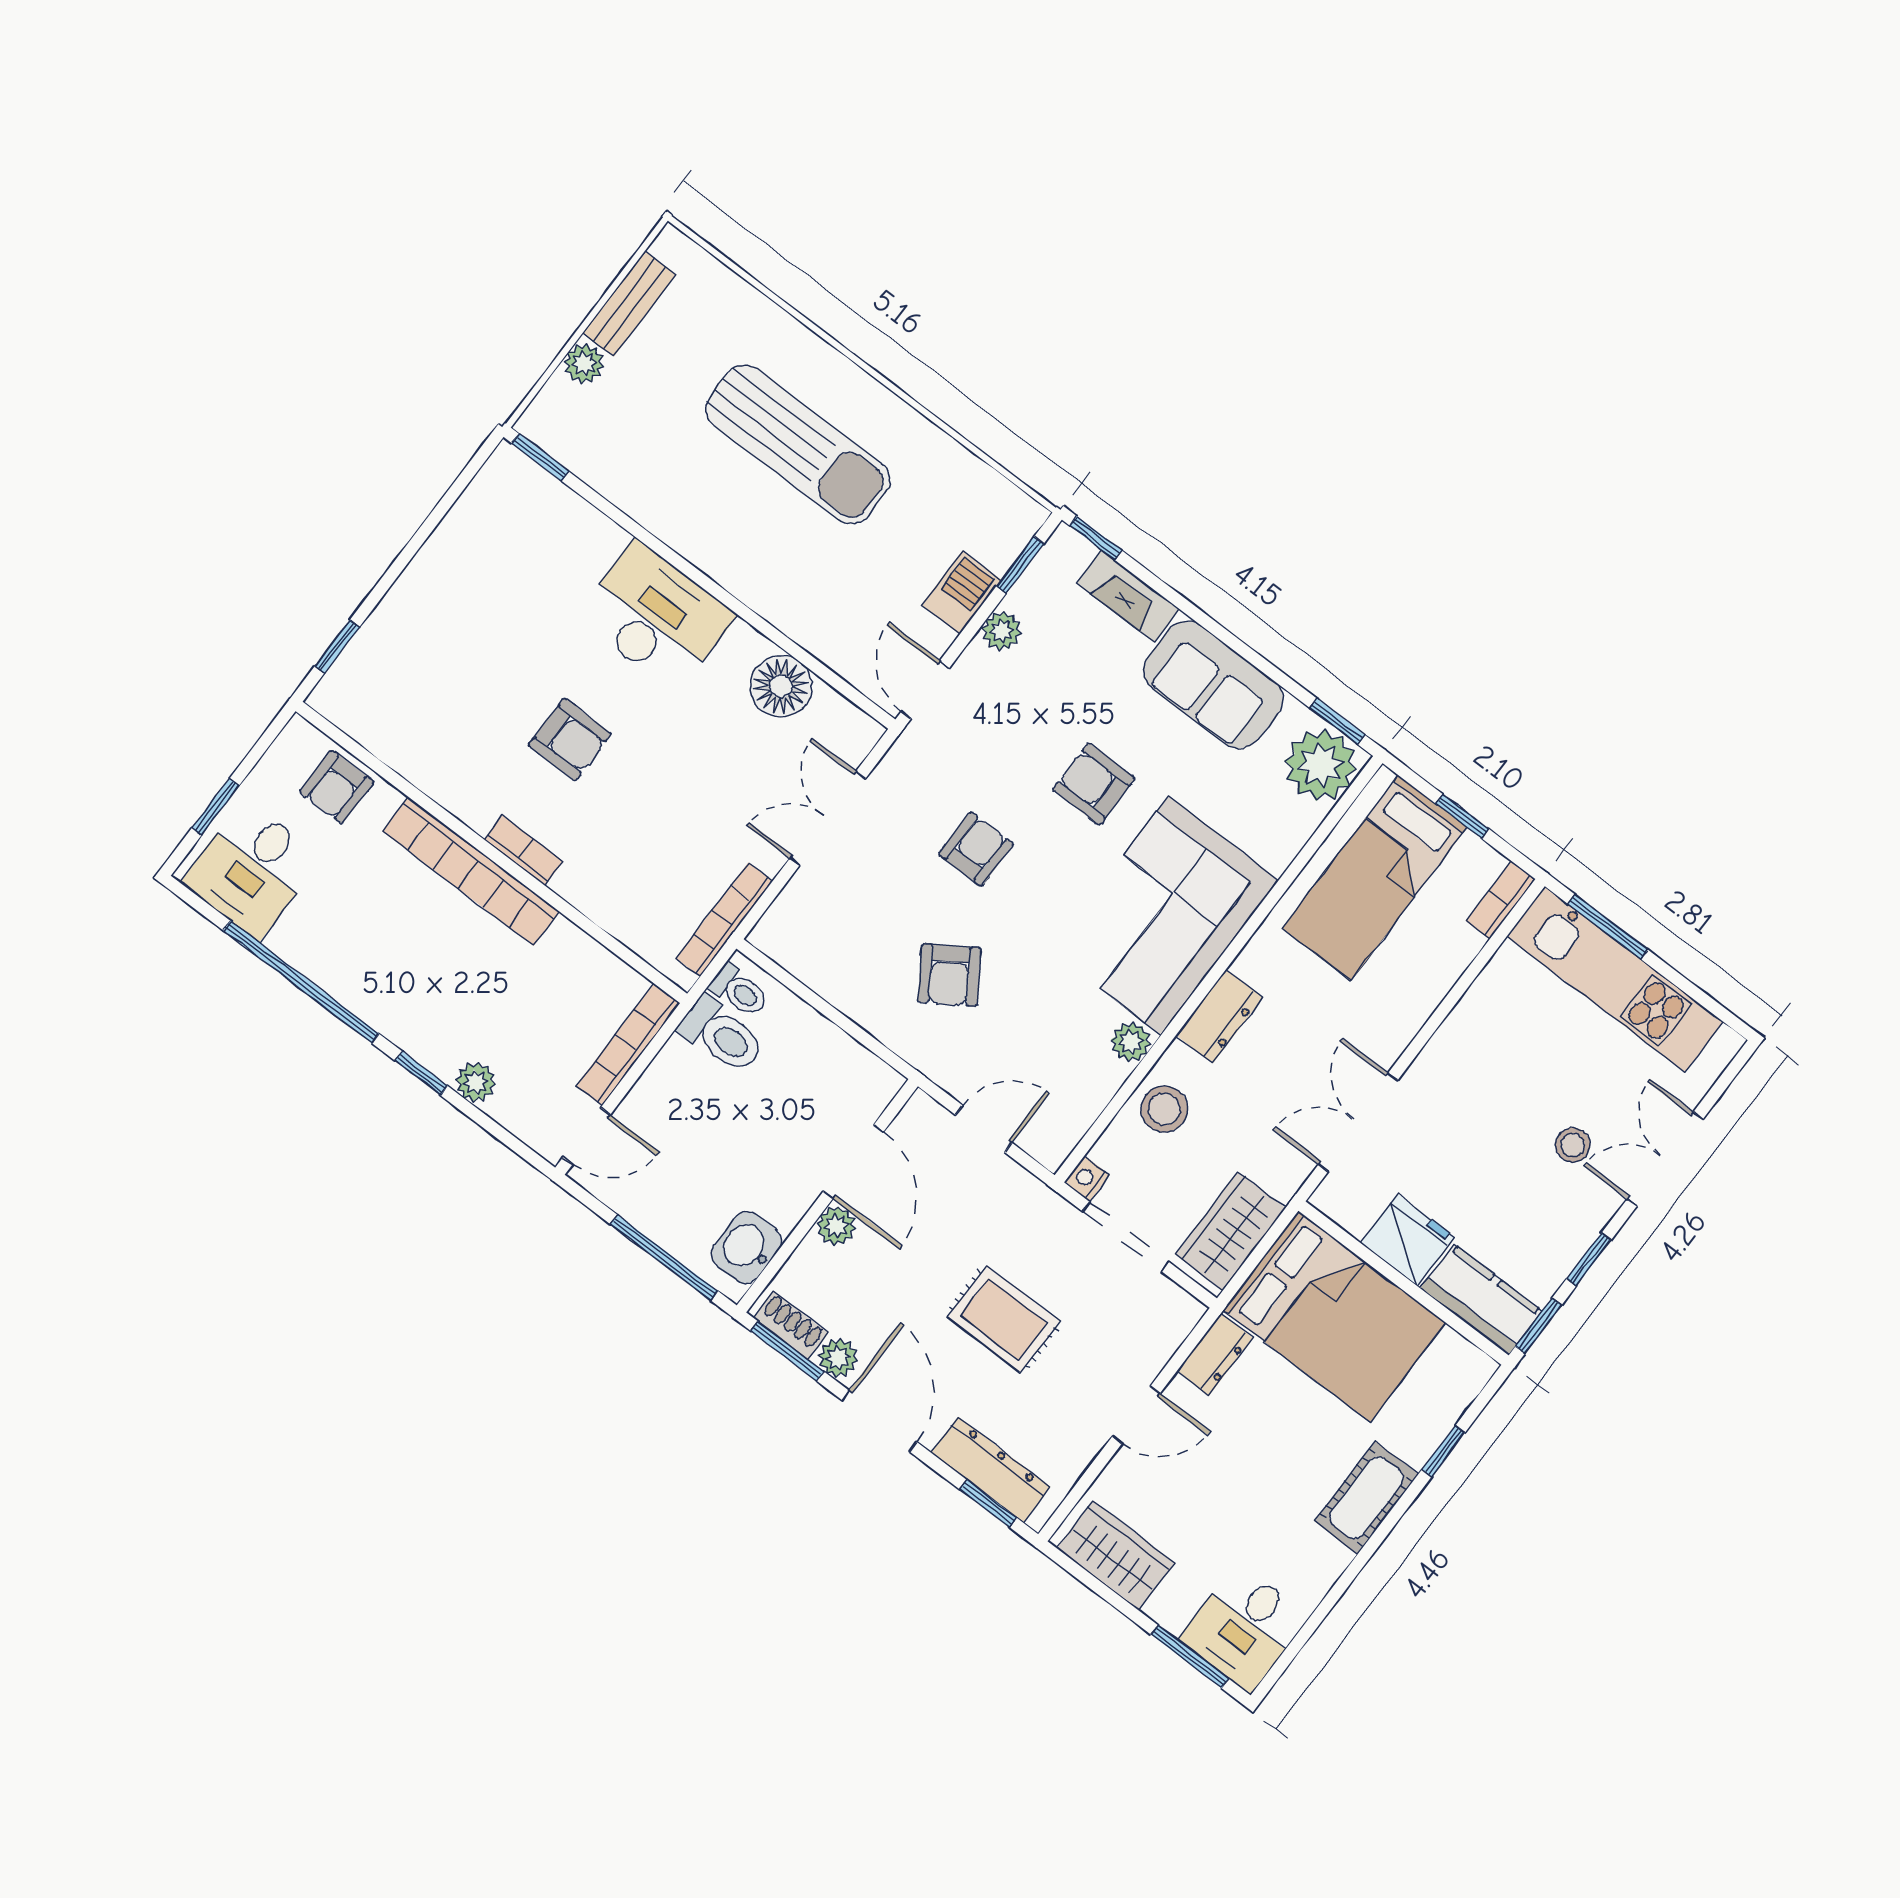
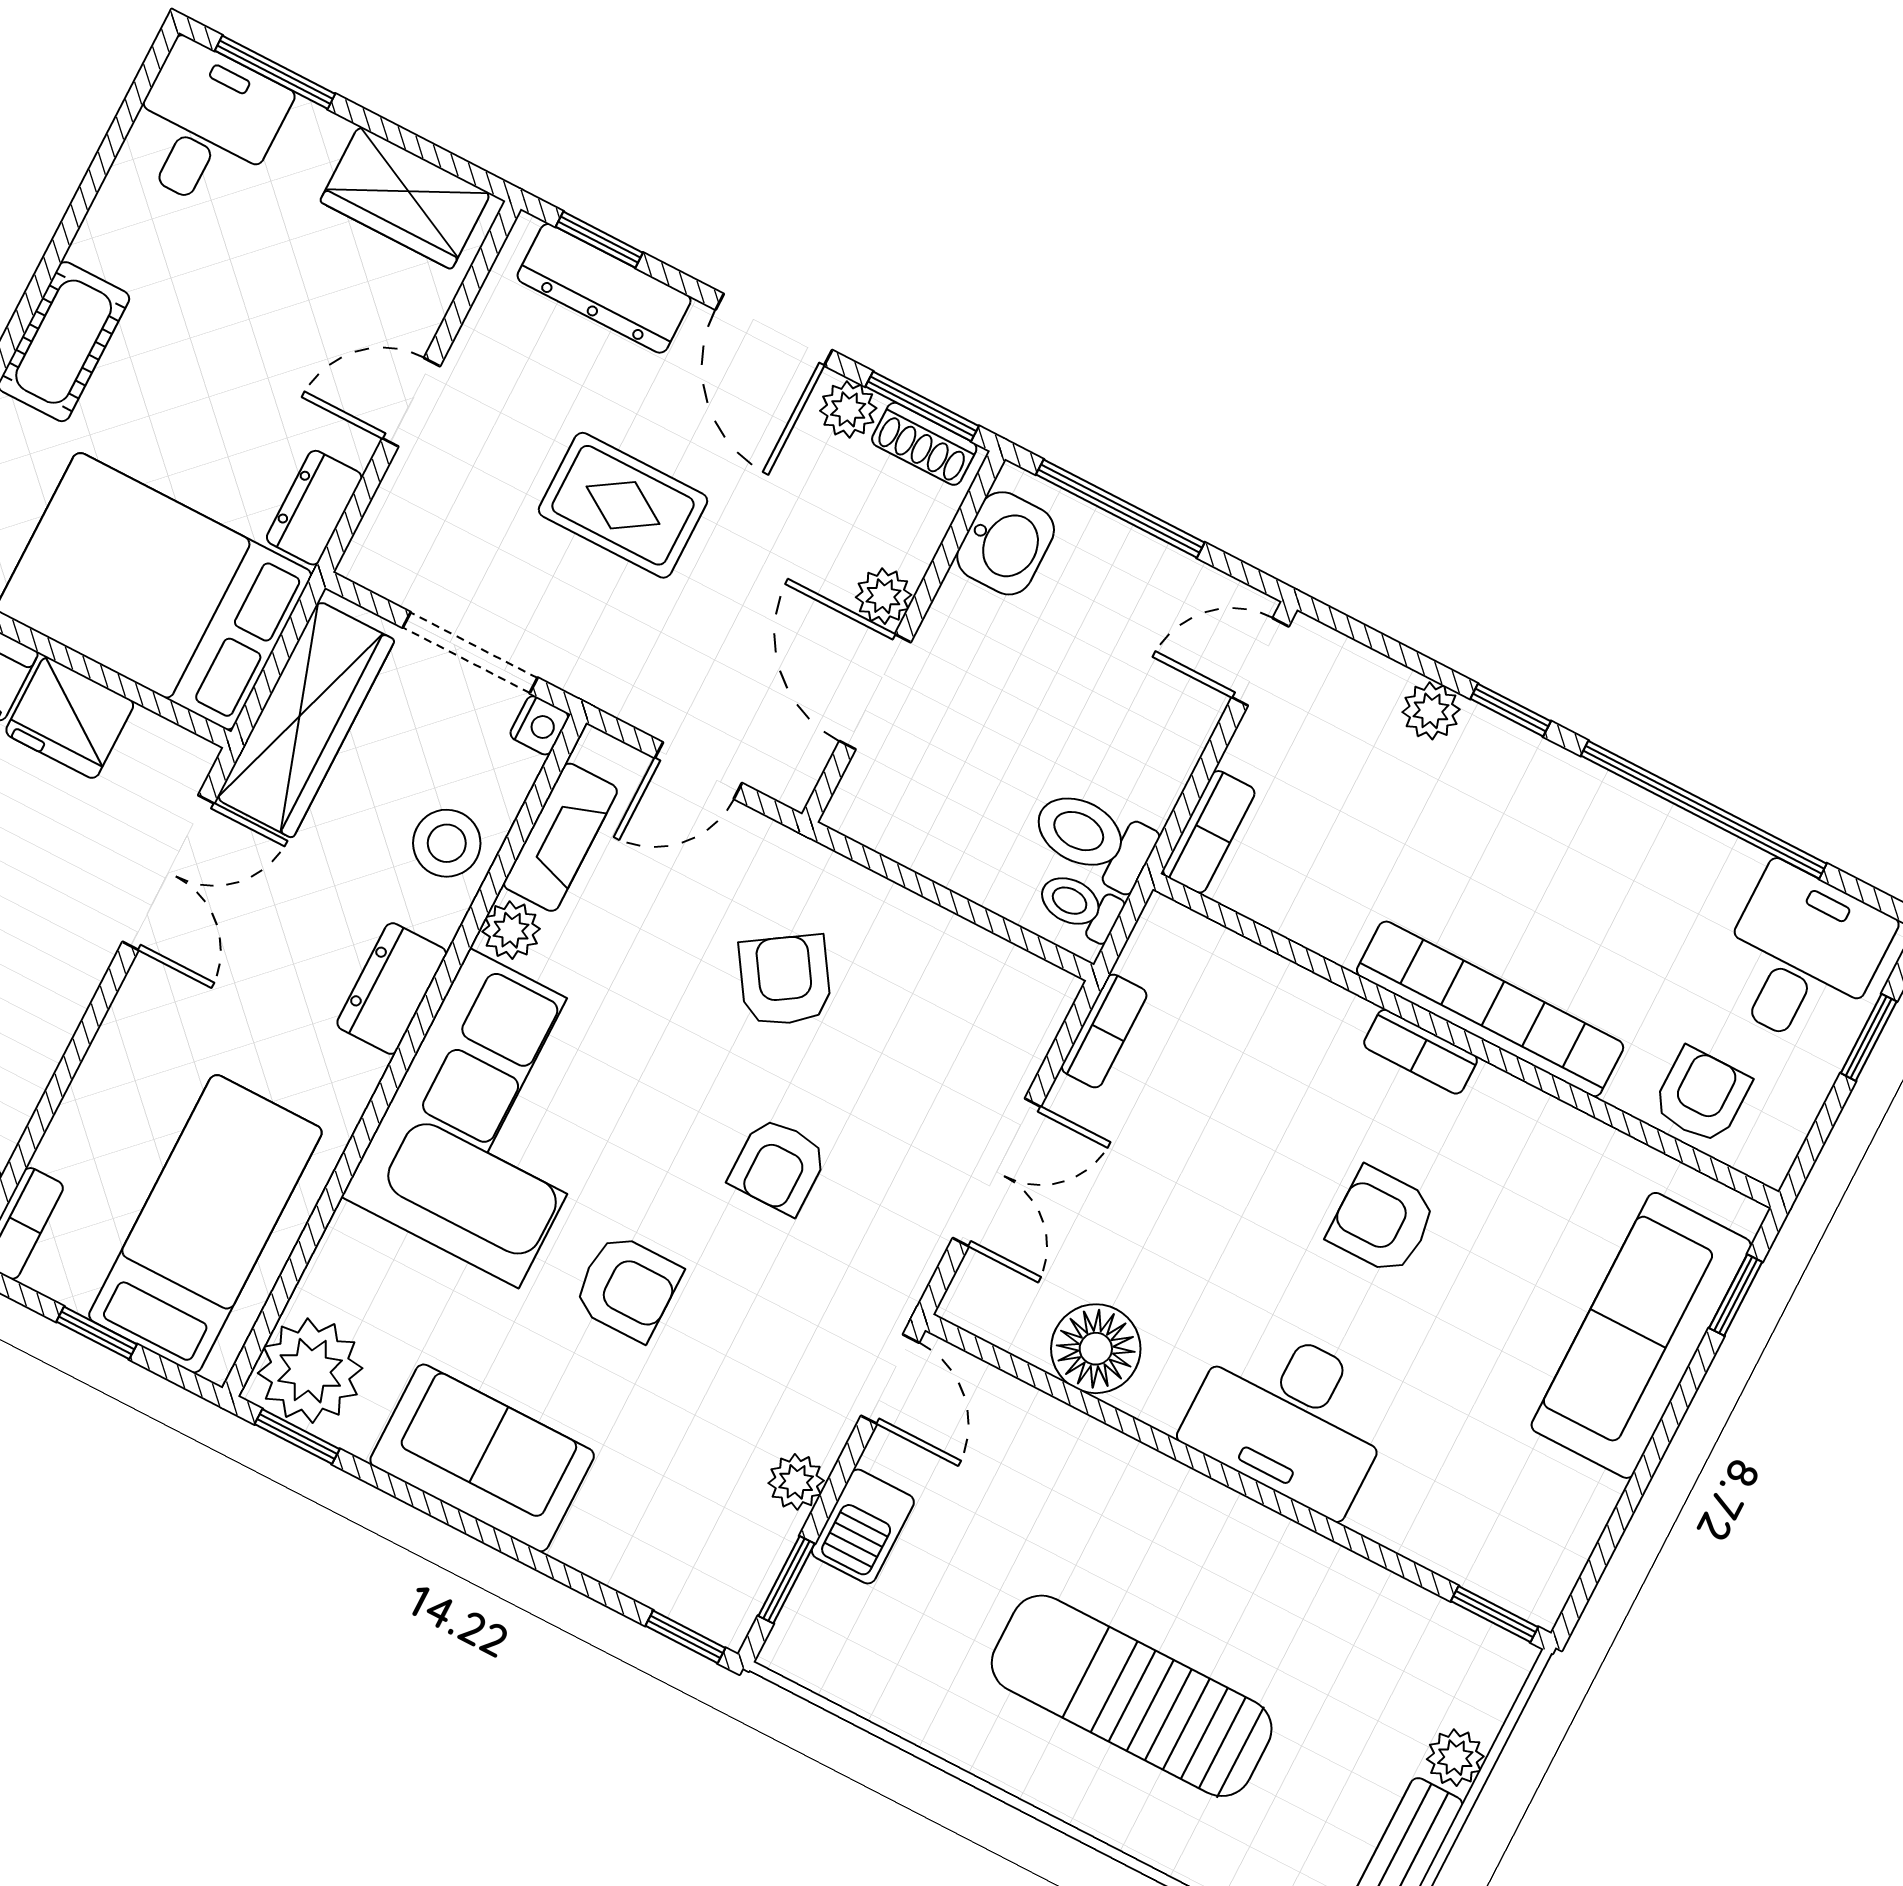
fireplace: (1128, 596) -> (560, 837), moved, turned 90
sofa: (407, 630) -> (1641, 1335), added
bookcase: (724, 920) -> (1104, 1031), width x0.64
bookcase: (628, 1045) -> (1209, 832), width x0.64
wardrobe: (1230, 1231) -> (306, 719), width x1.50

